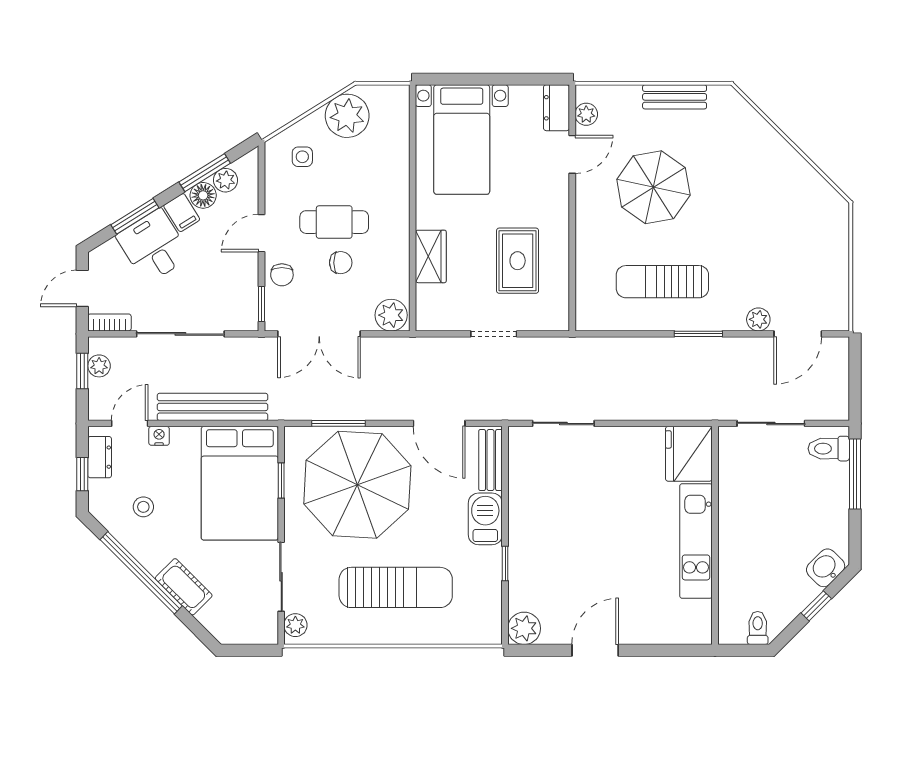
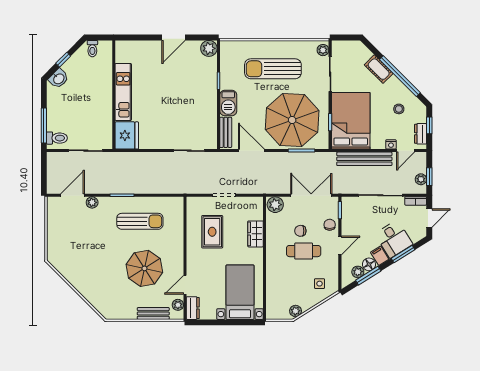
bench: (675, 97) -> (153, 313), moved
plant: (347, 116) -> (296, 311), width x0.53, depth x0.53

